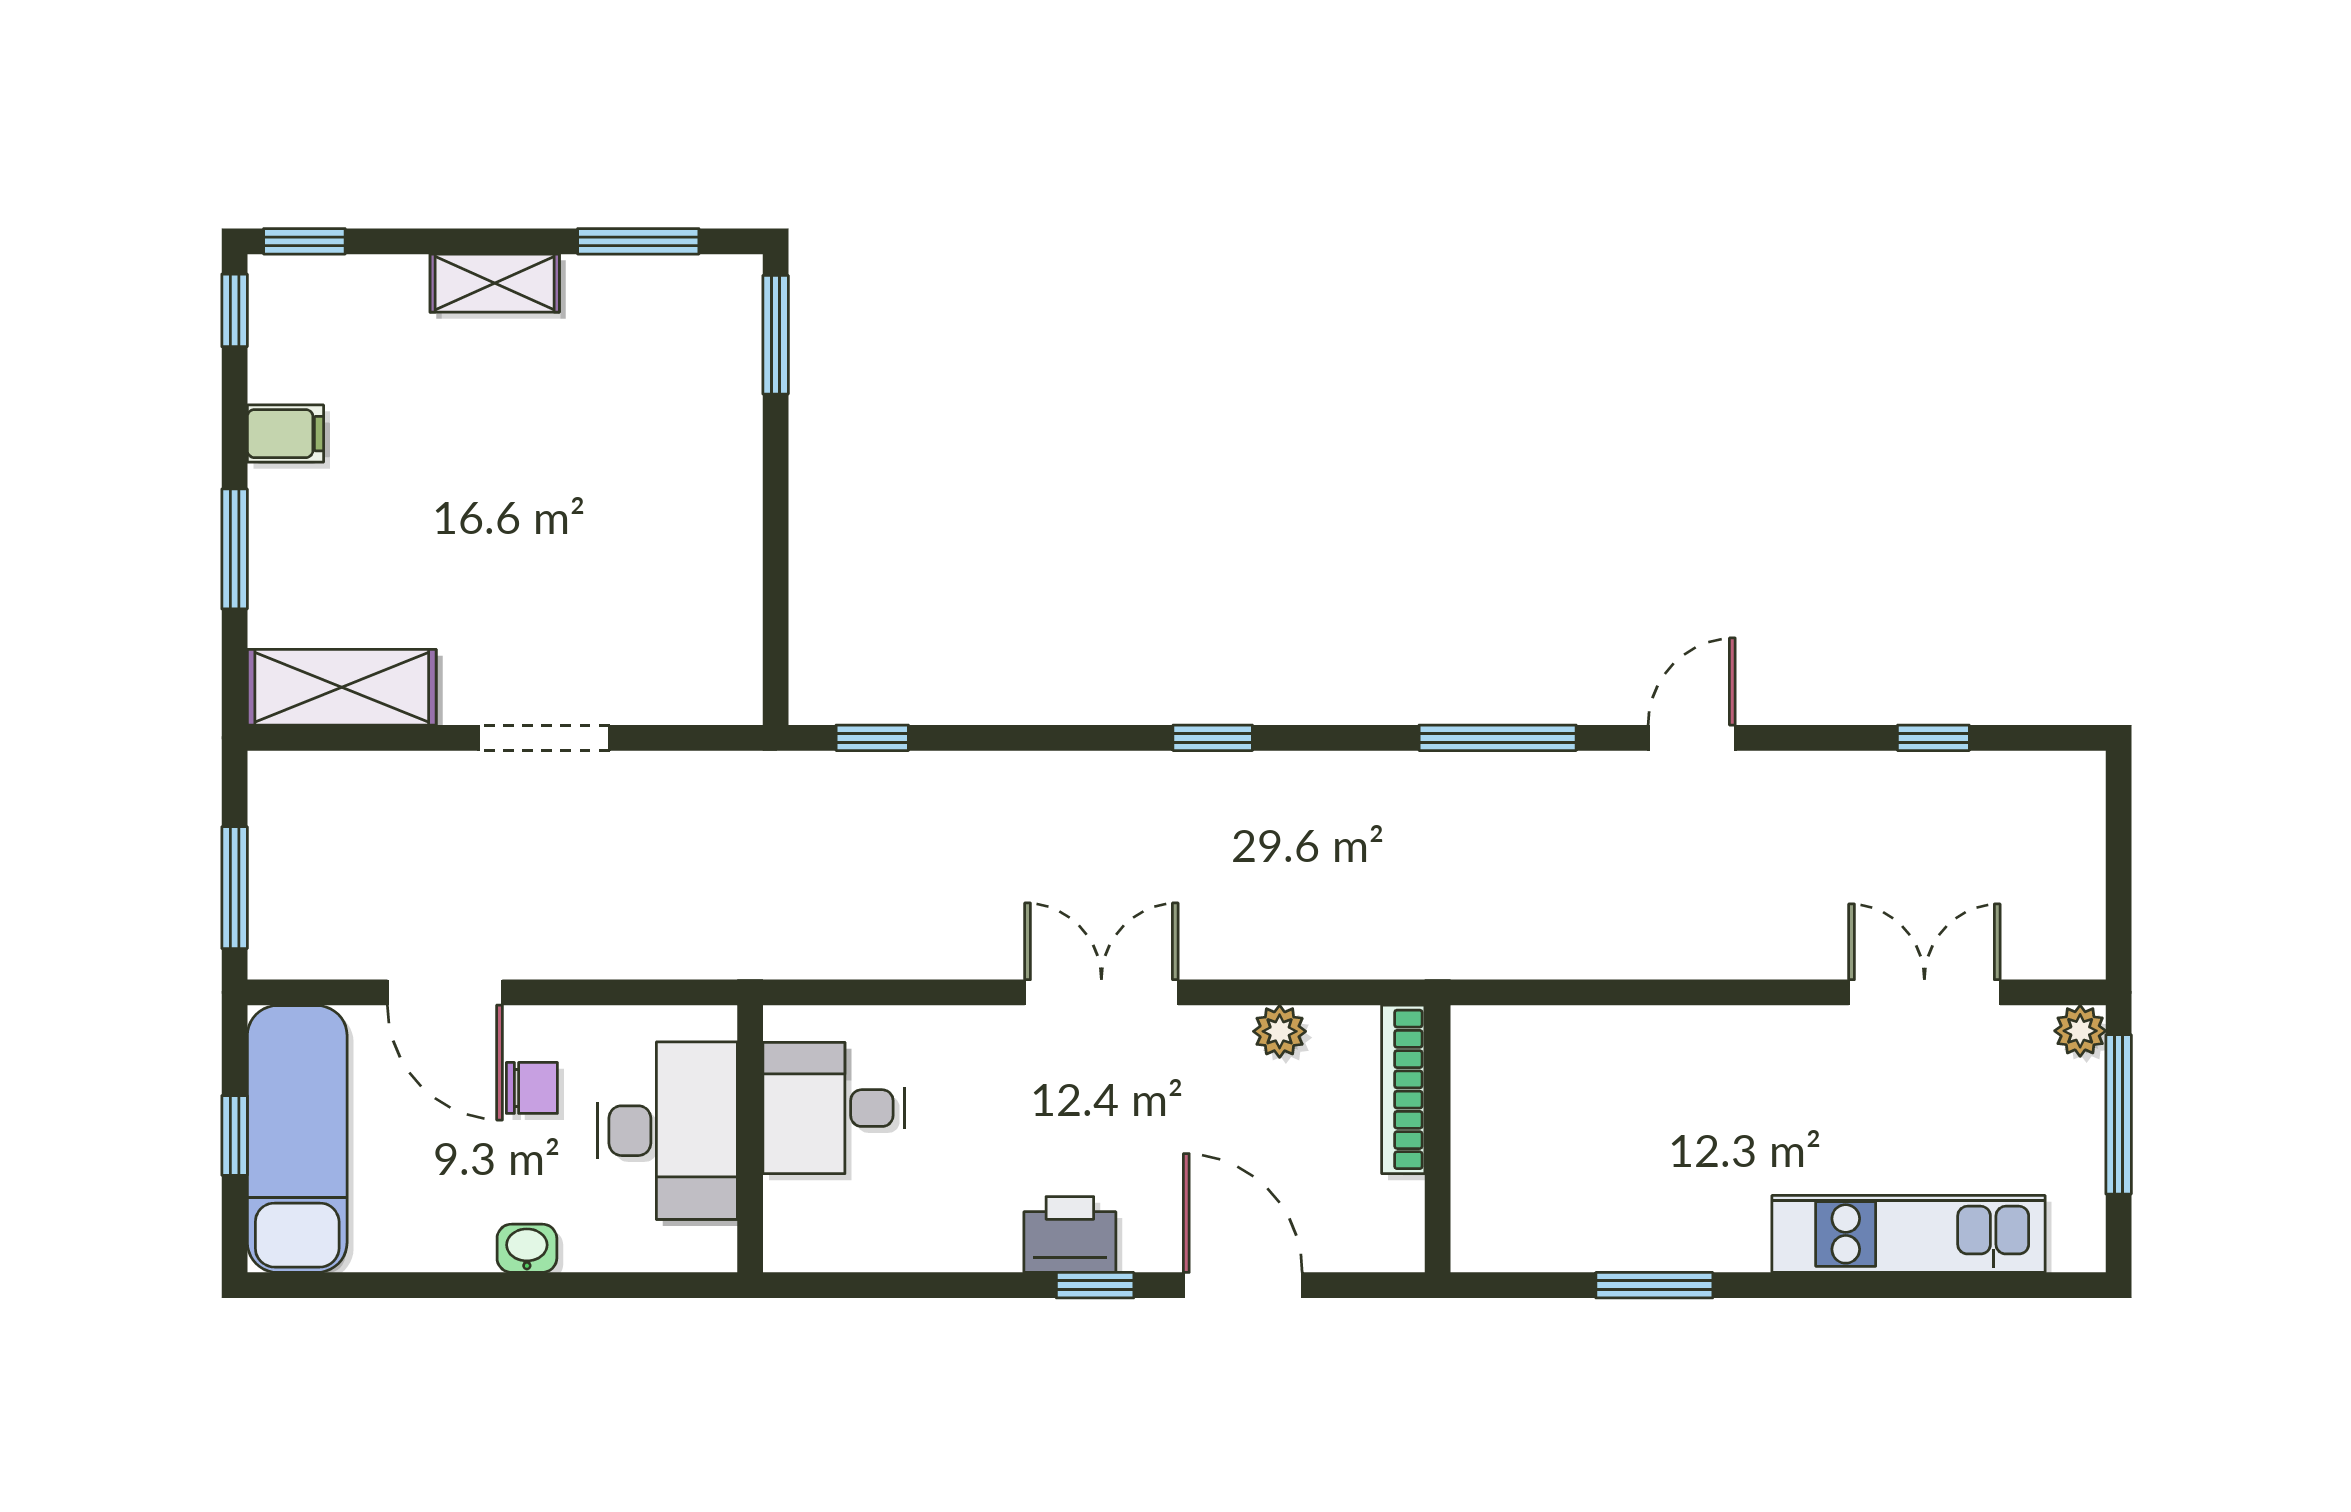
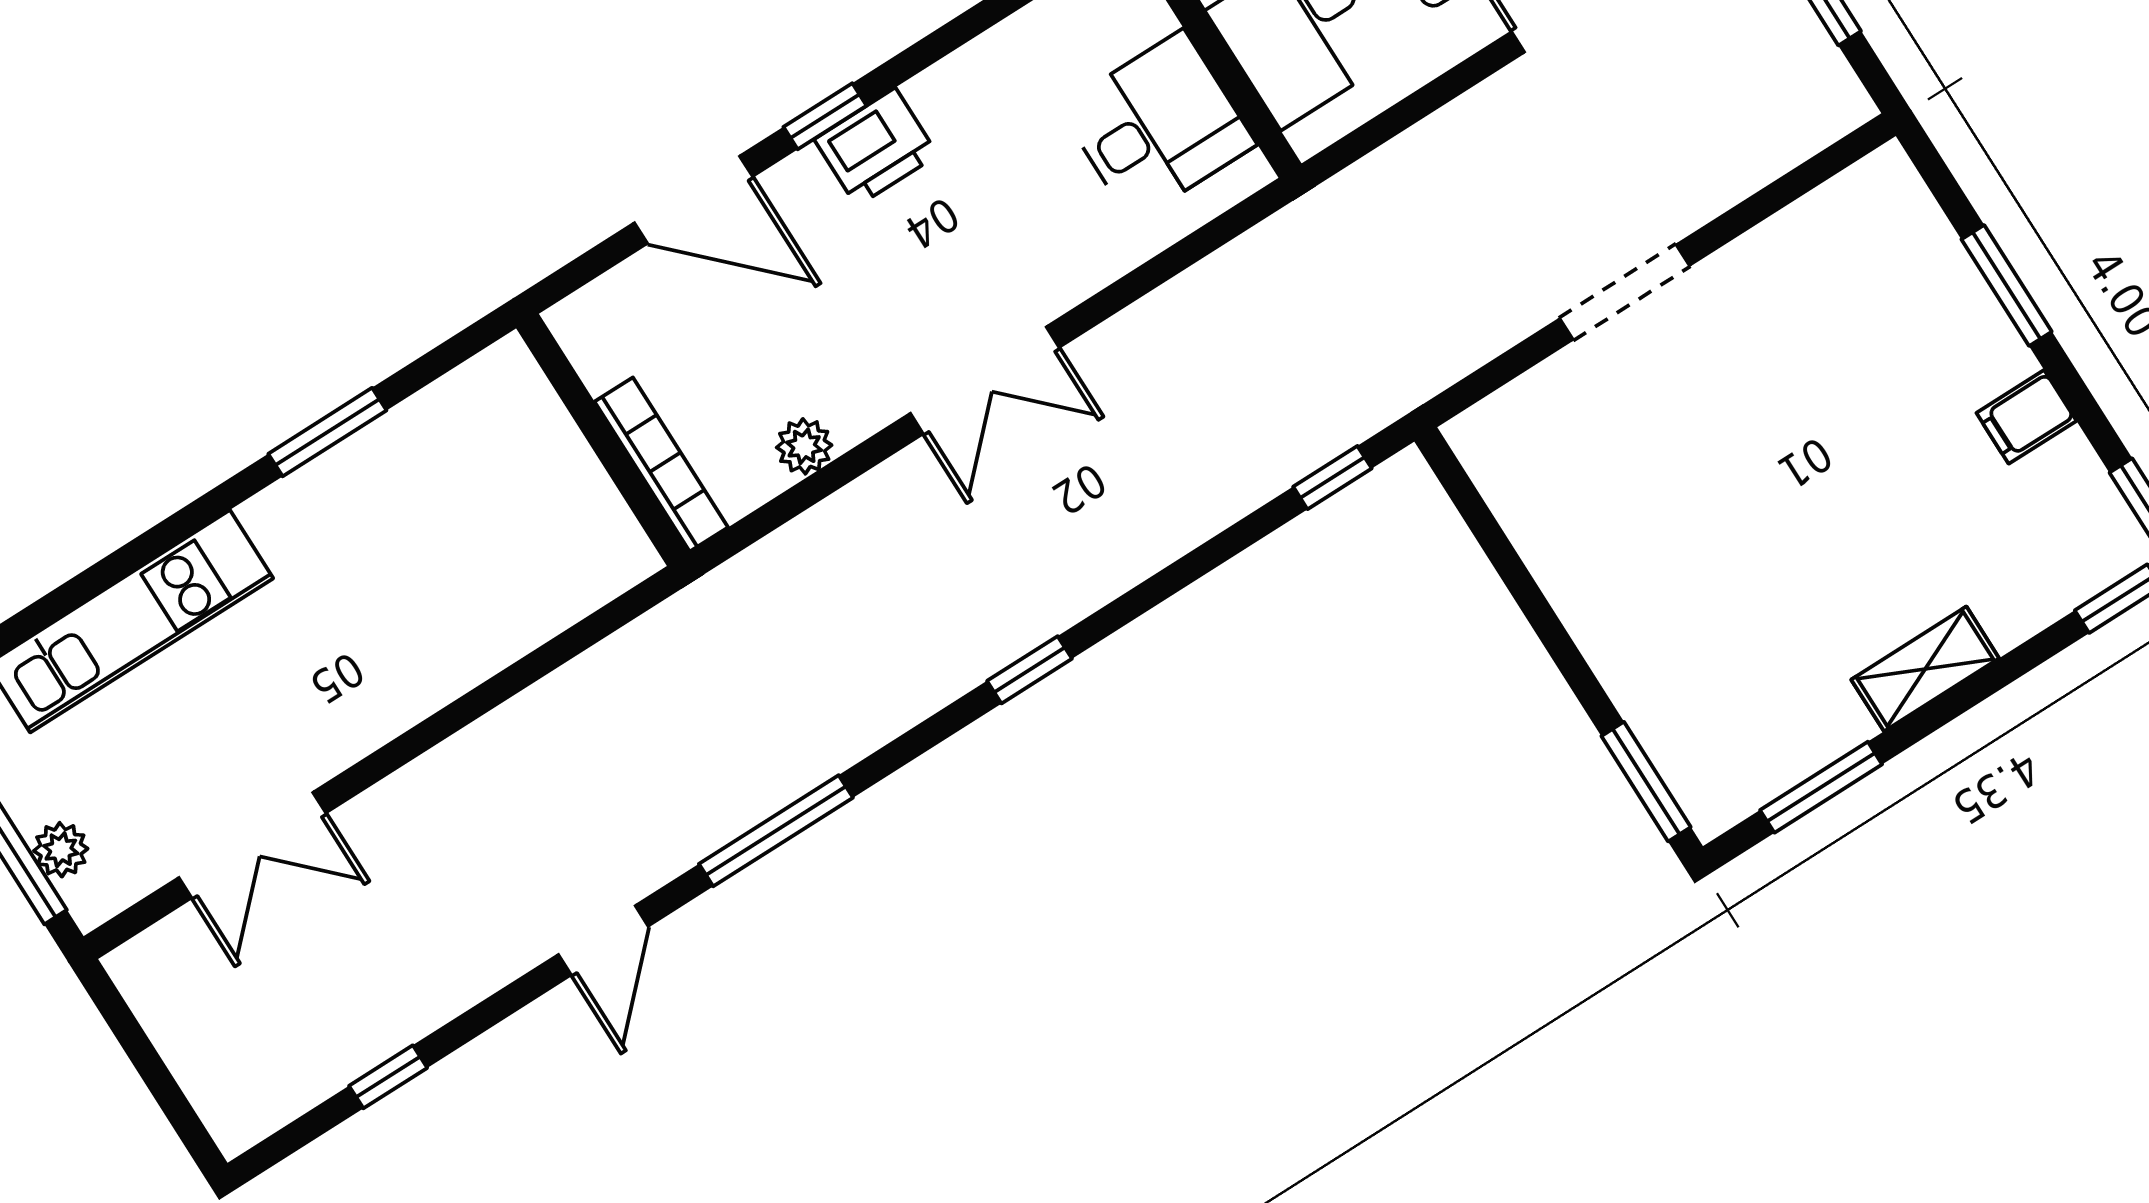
shelving: (342, 687) -> (1833, 223), removed
plant: (2080, 1031) -> (61, 850), moved

